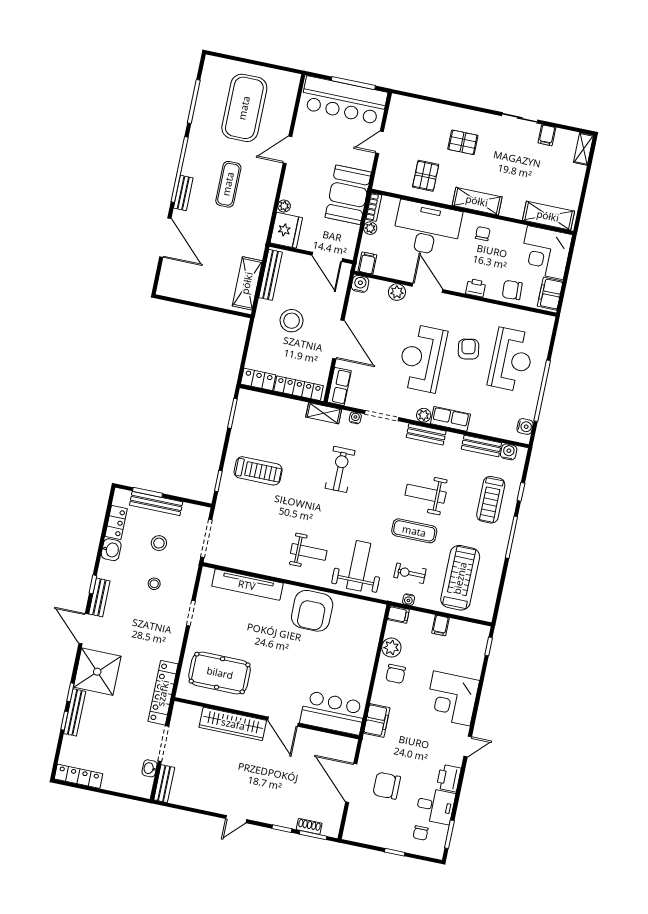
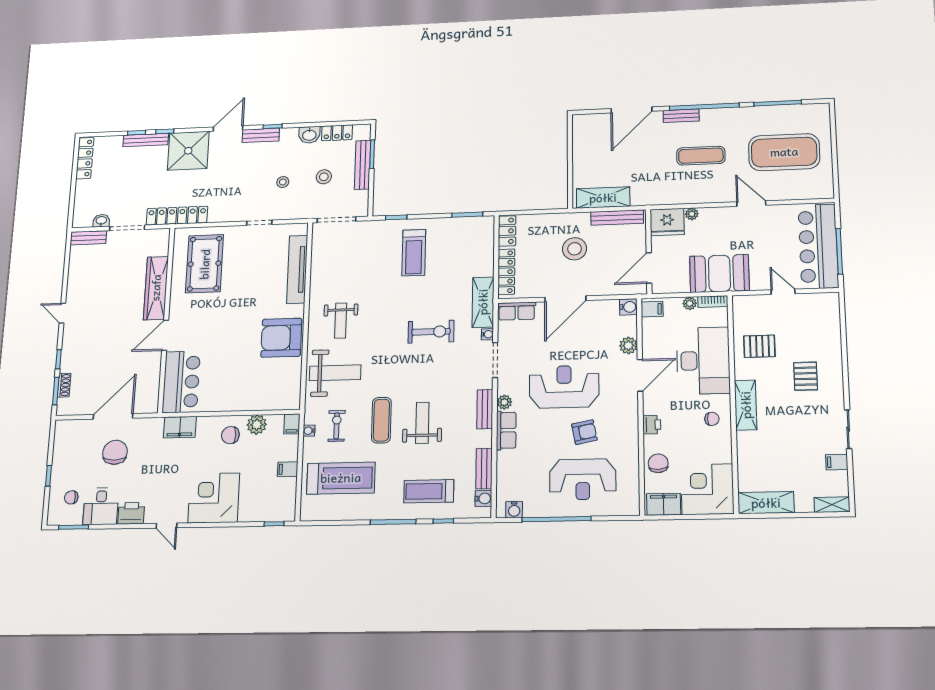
shelving: (548, 216) -> (766, 503), moved, turned 90
shelving: (324, 413) -> (483, 302), width x1.50, depth x1.33

